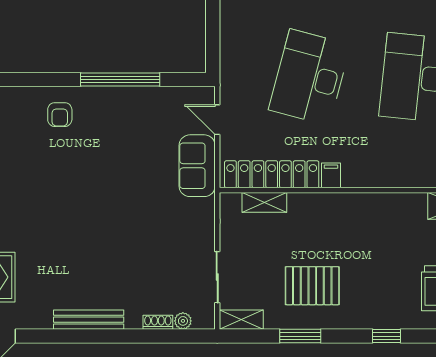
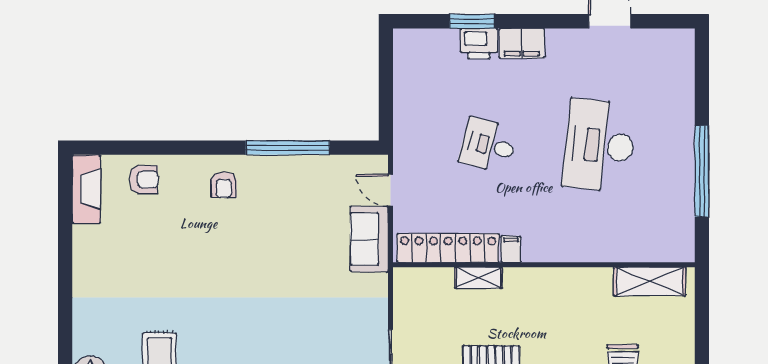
desk: (310, 77) -> (488, 145), width x0.53, depth x0.77
shelving: (264, 202) -> (478, 278), moved

